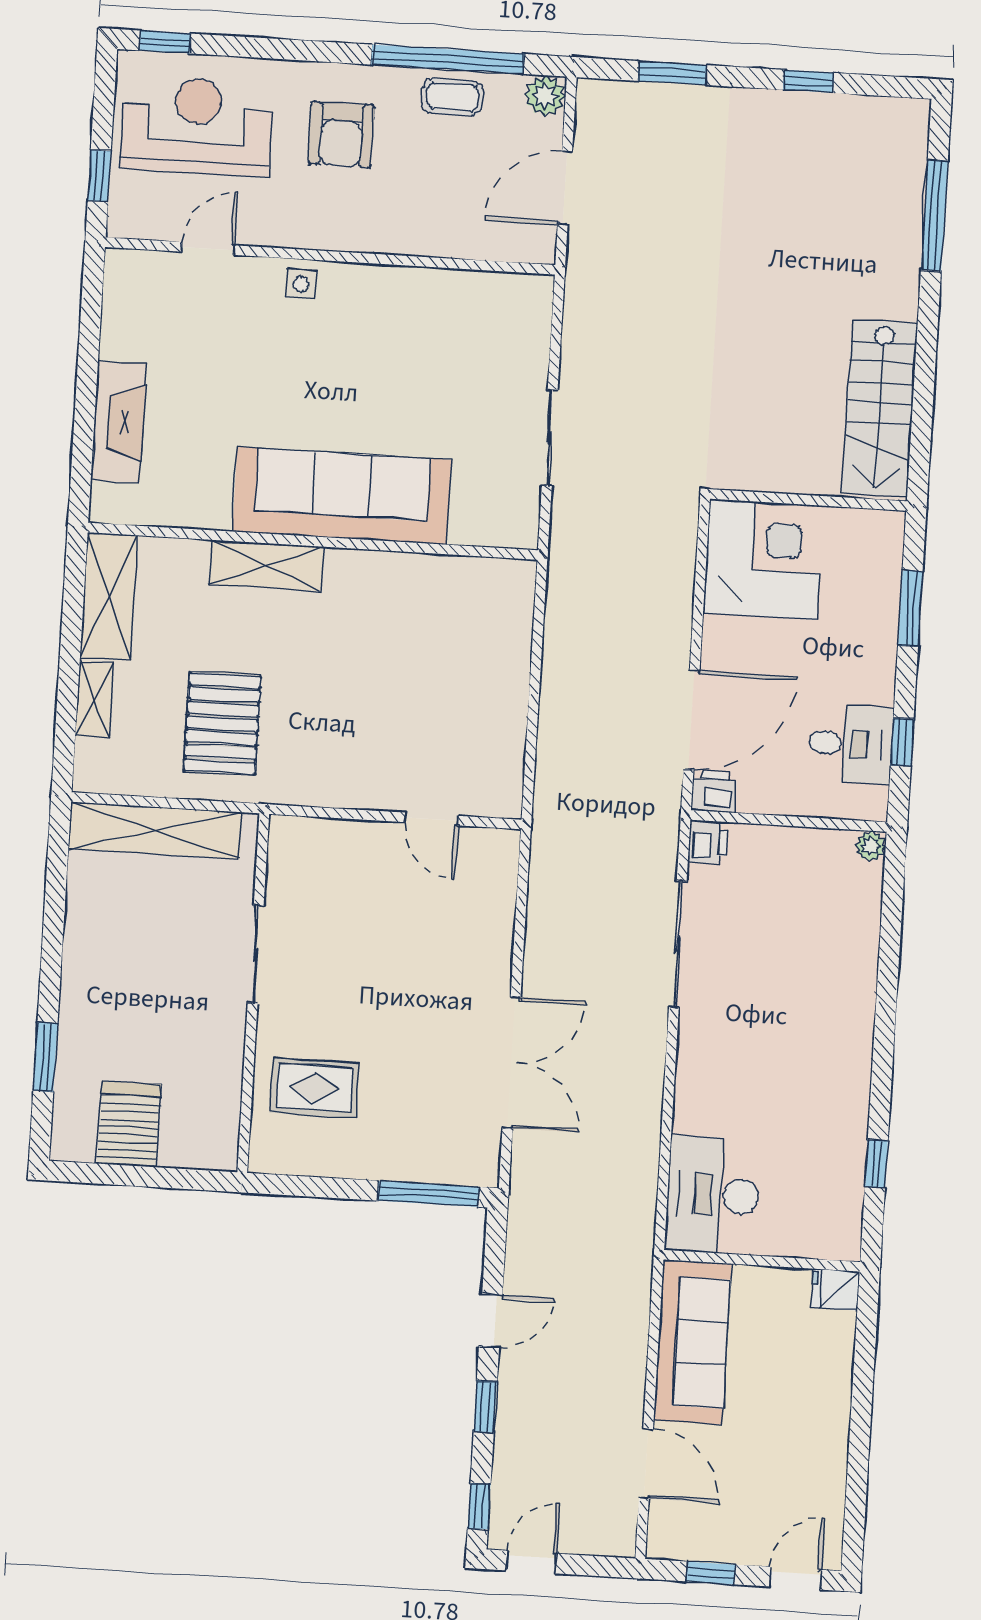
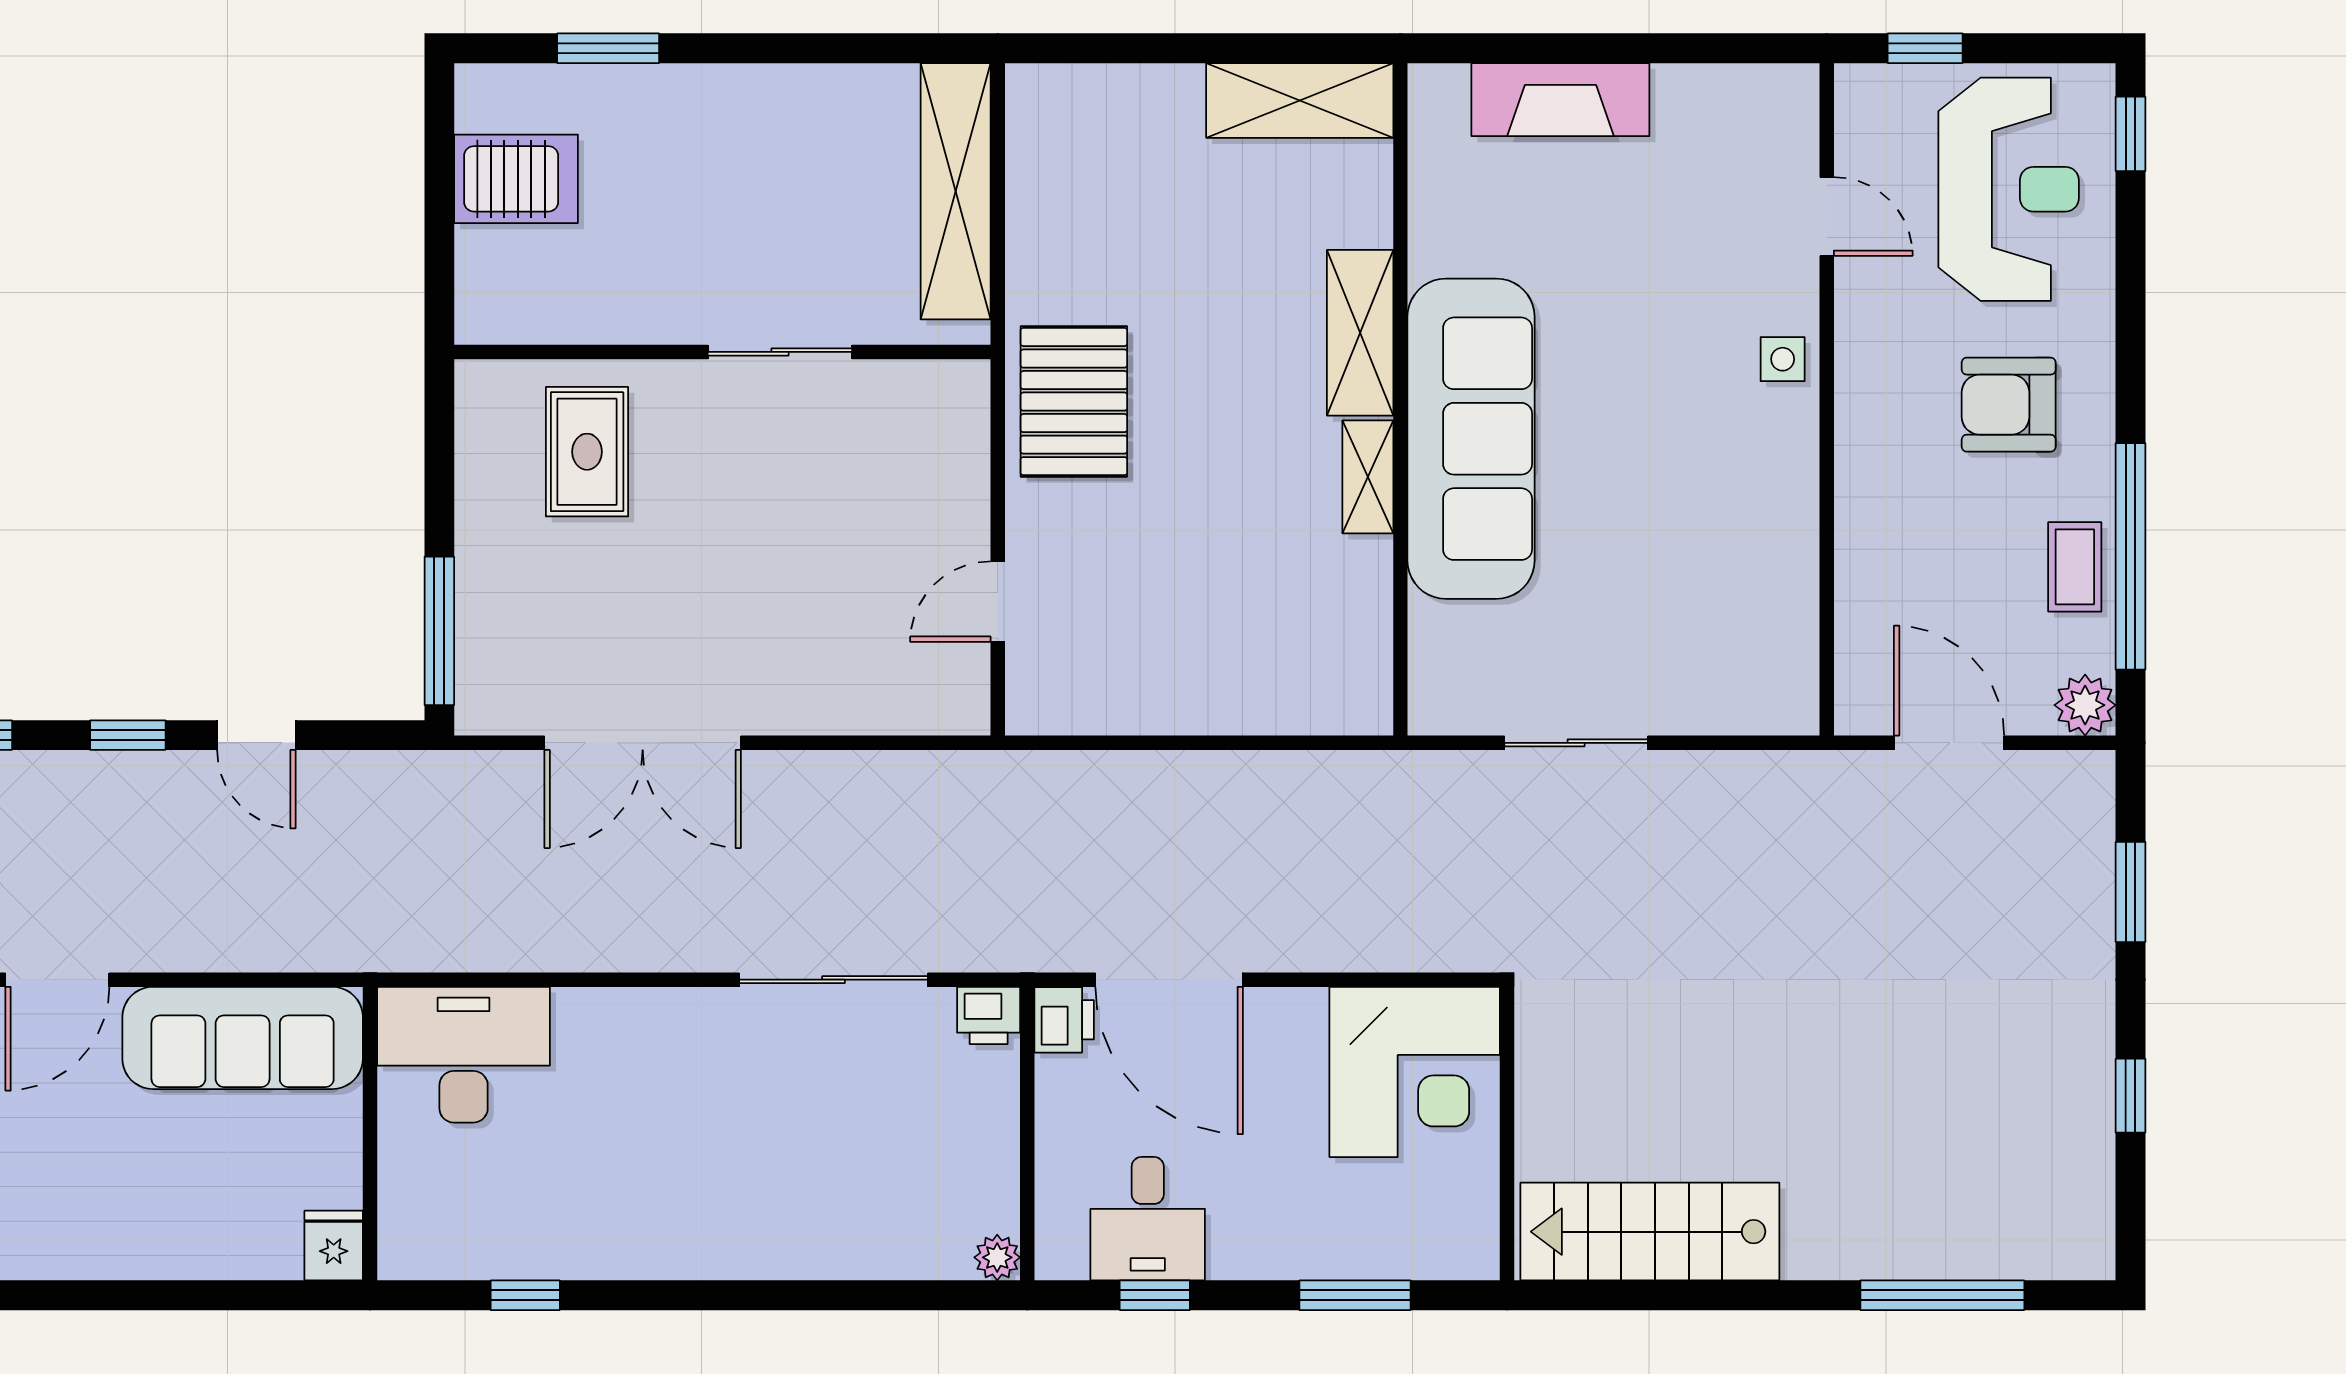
shelving: (94, 699) -> (1368, 477), moved, turned 90
pallet: (222, 724) -> (1074, 402), moved, turned 90

